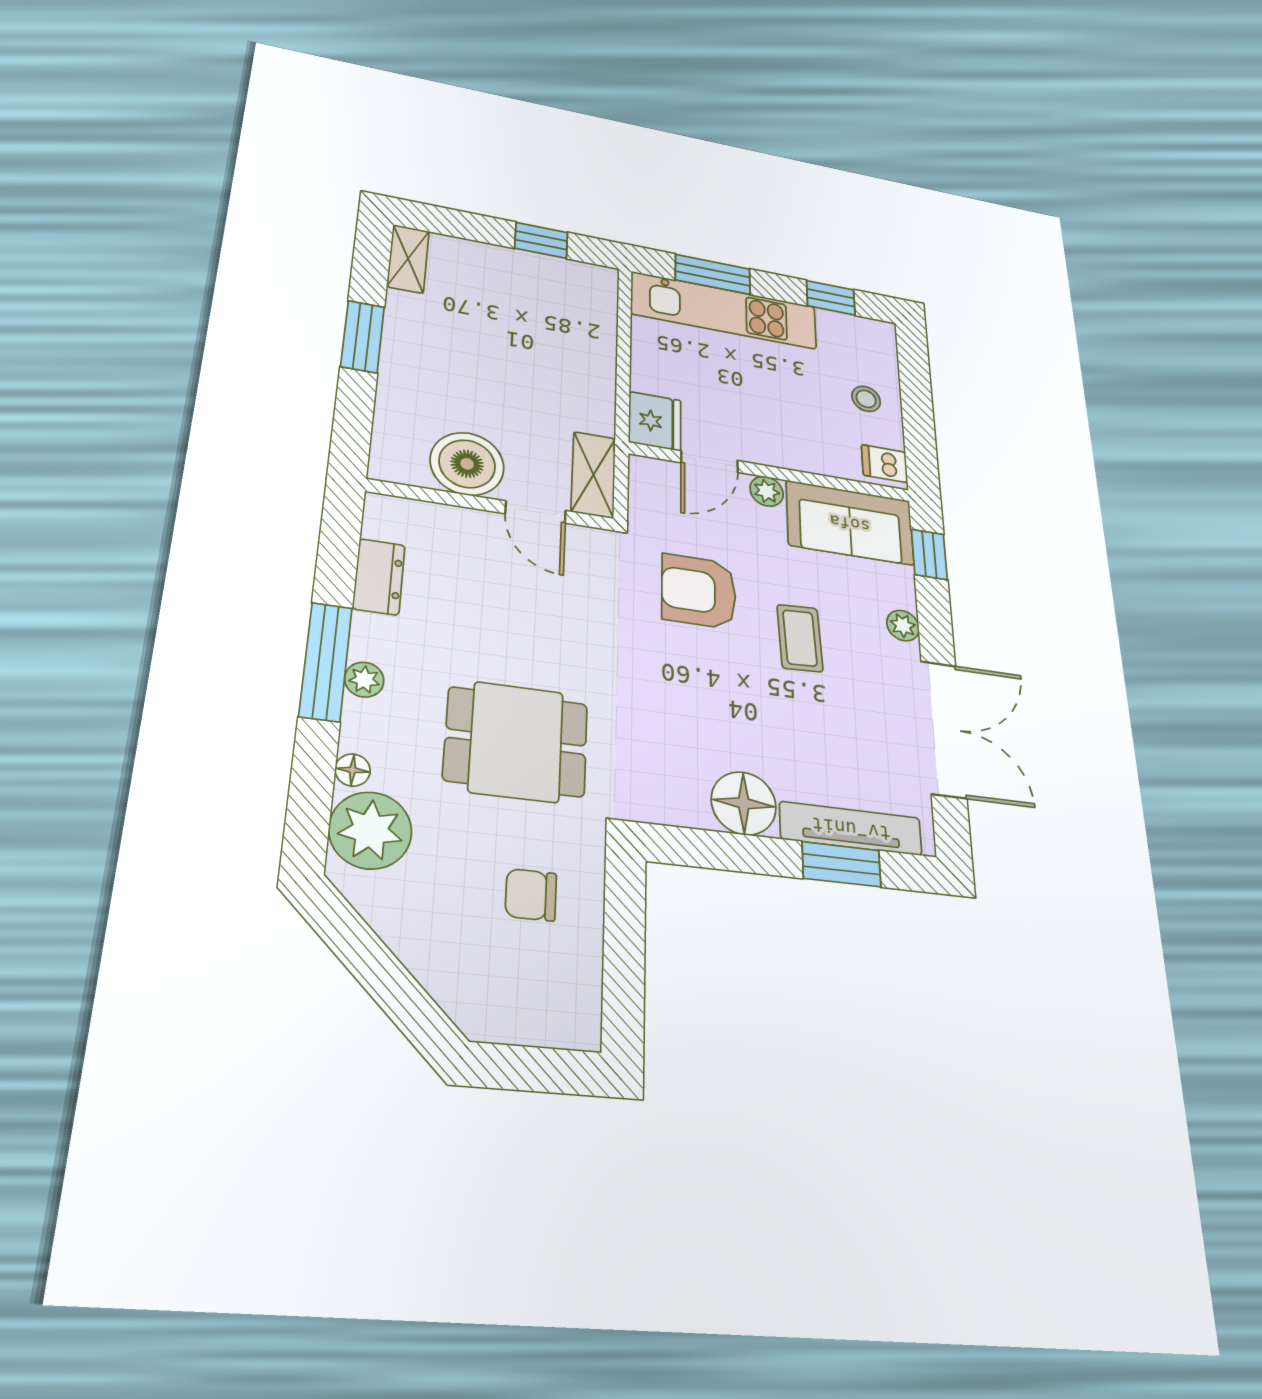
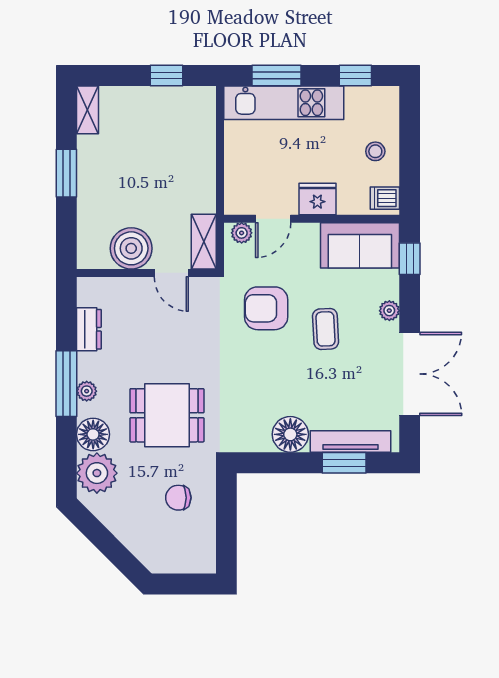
fridge: (655, 421) -> (317, 199), moved, turned -90
plant: (767, 491) -> (242, 233), moved
floor lamp: (353, 770) -> (93, 434), width x1.89, depth x1.89

